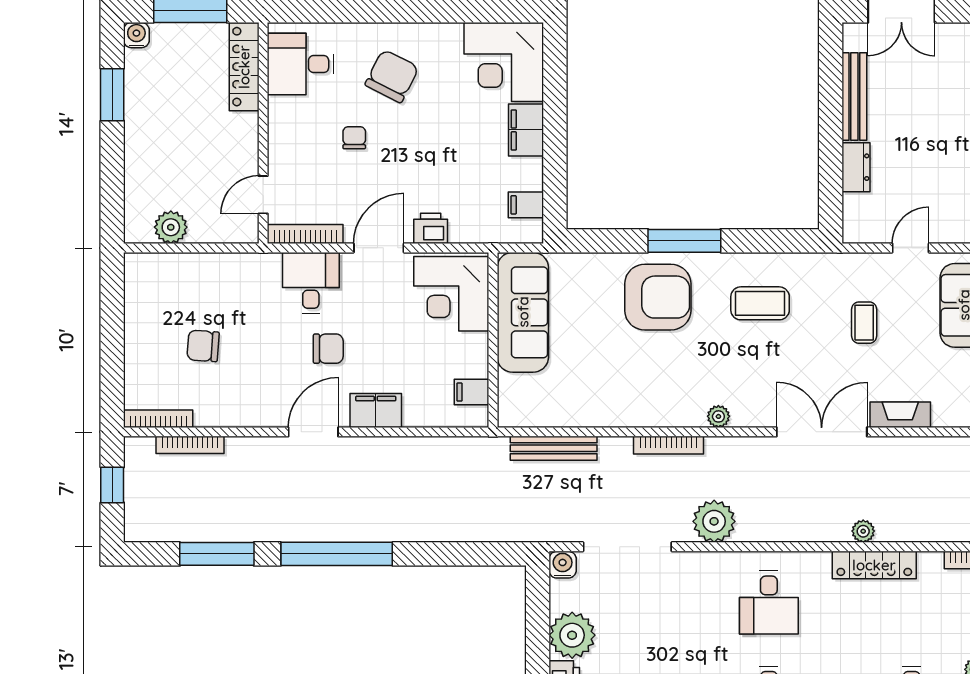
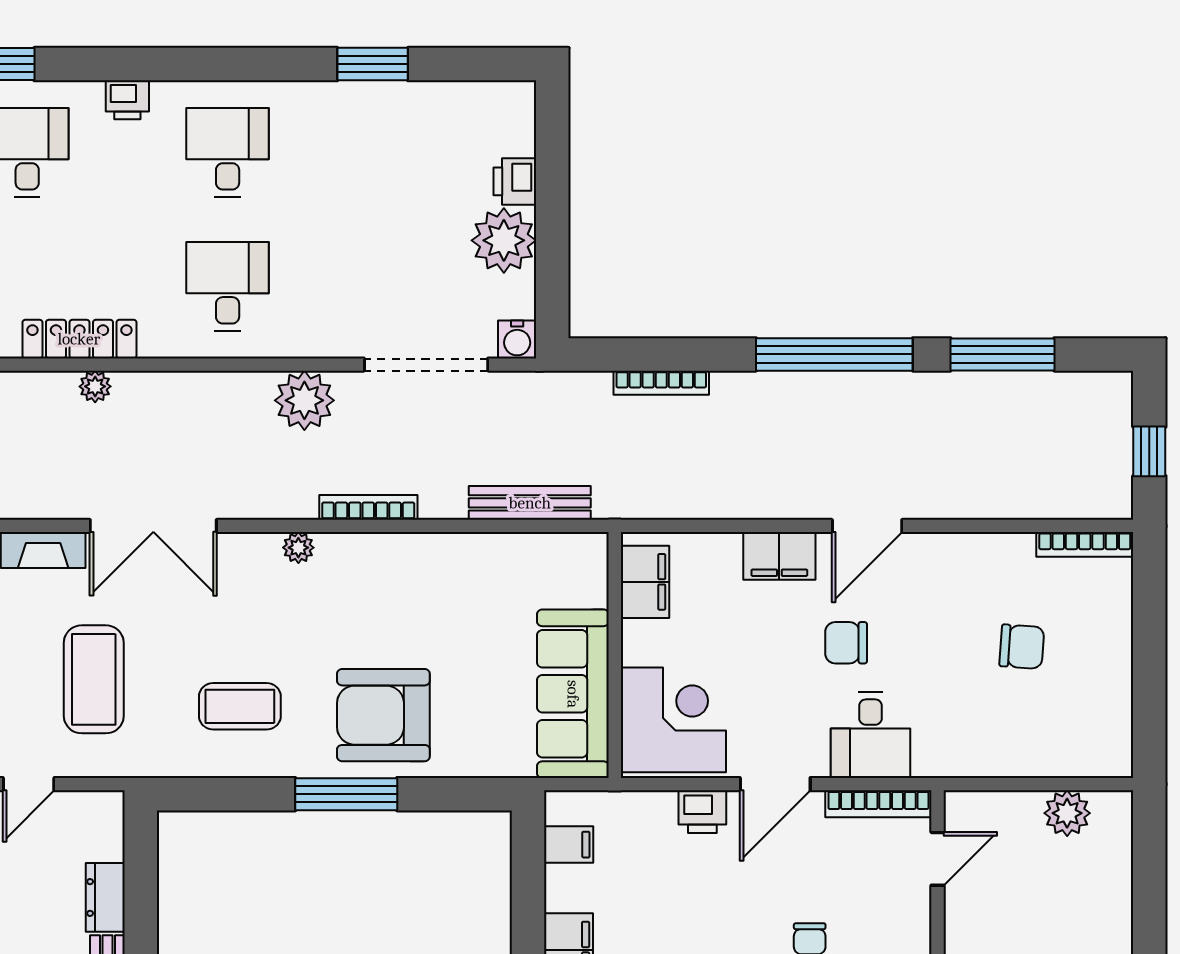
coffee table: (864, 323) -> (94, 679), width x1.86, depth x1.72
filing cabinet: (472, 392) -> (645, 582), width x2.00
bookcase: (190, 445) -> (661, 383), moved, turned 180

